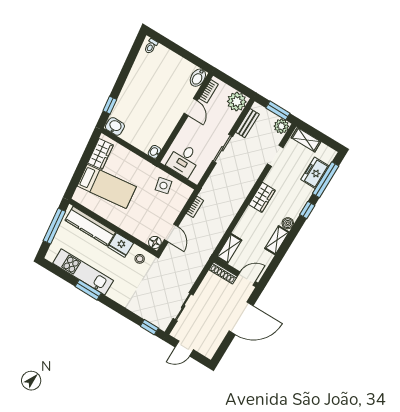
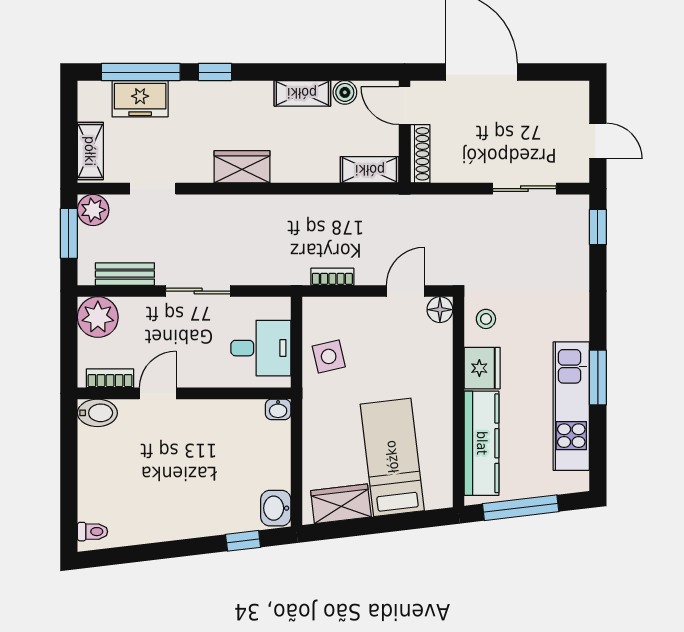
boiler: (288, 223) -> (345, 92), moved

